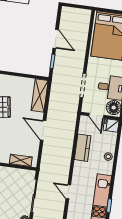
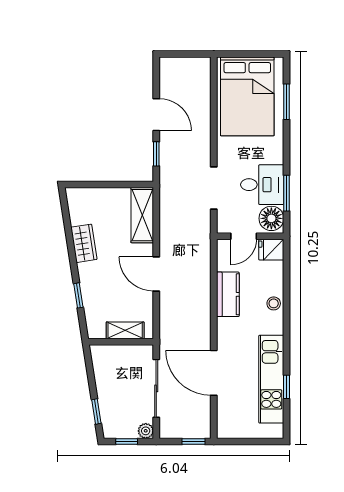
door: (96, 116) -> (244, 236), hinge flipped
door: (68, 192) -> (214, 373), width x1.88

